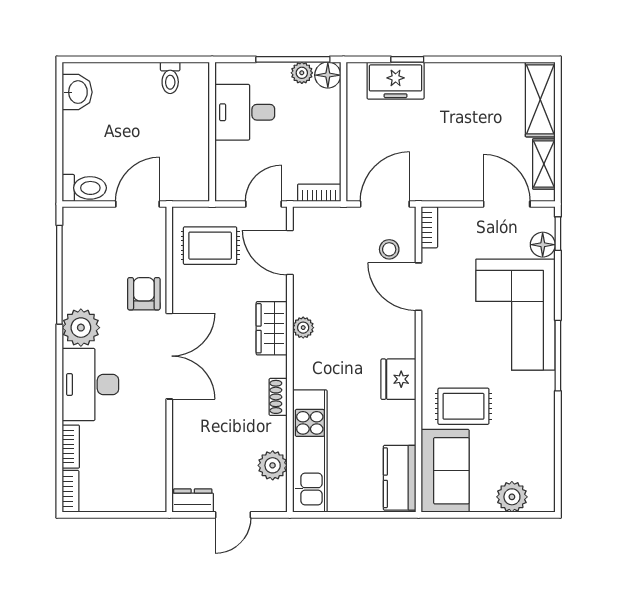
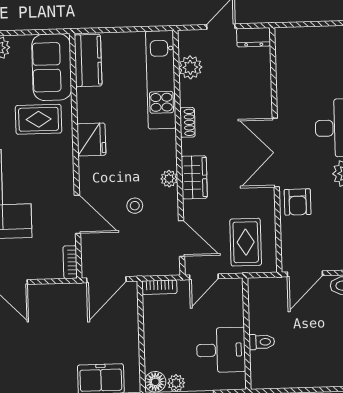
toilet: (170, 78) -> (262, 342), moved, turned 90
rug: (210, 246) -> (246, 242), turned 90
stool: (389, 249) -> (135, 206), moved

